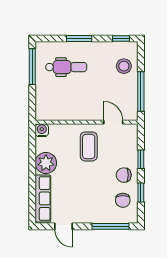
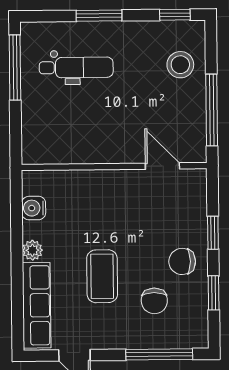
water cooler: (42, 130) -> (34, 208), moved, turned -90
coffee table: (89, 146) -> (102, 276), moved
plant: (46, 163) -> (32, 250), width x0.53, depth x0.53
chair: (123, 200) -> (154, 301), moved

